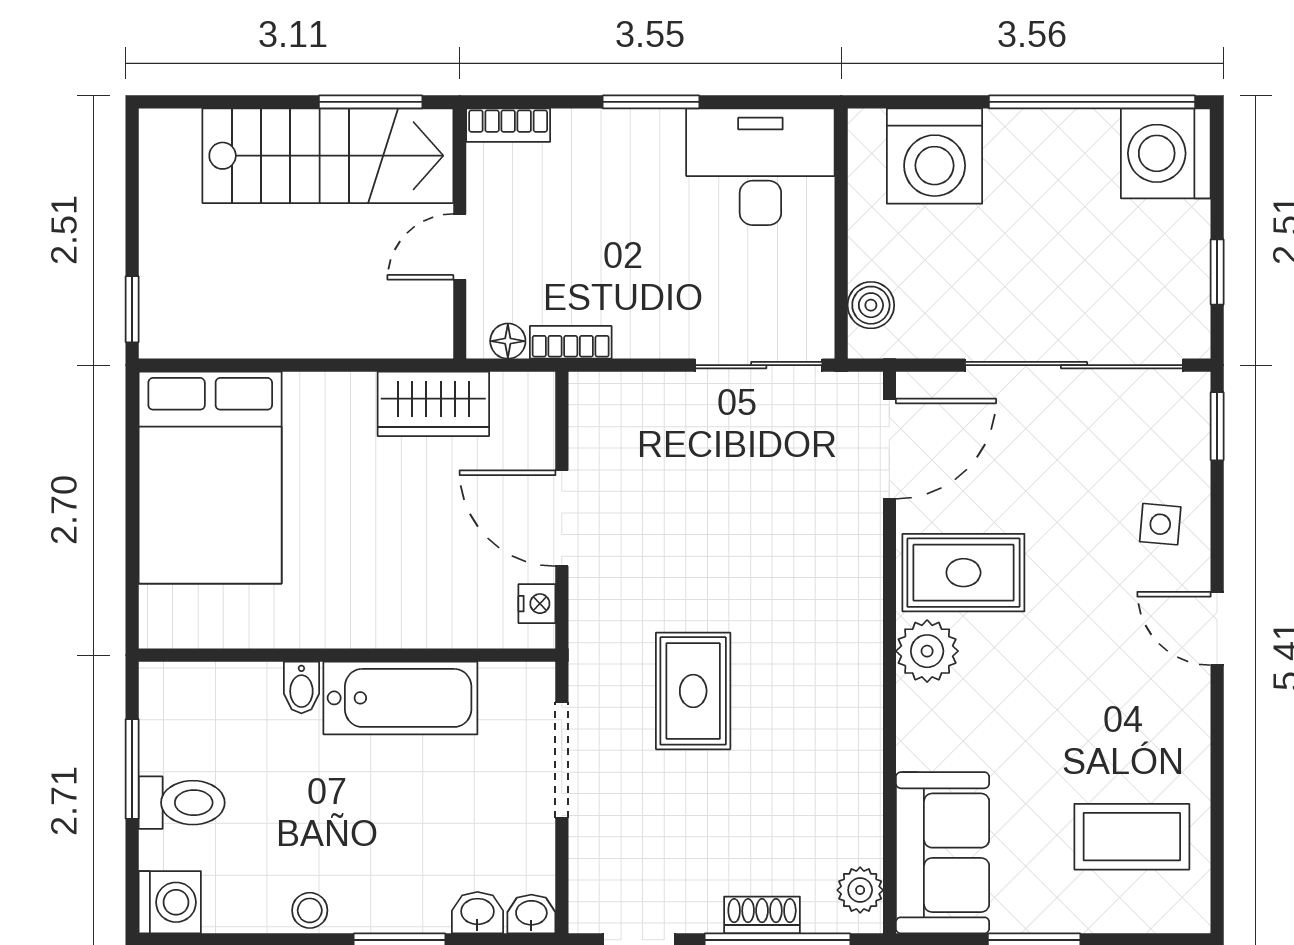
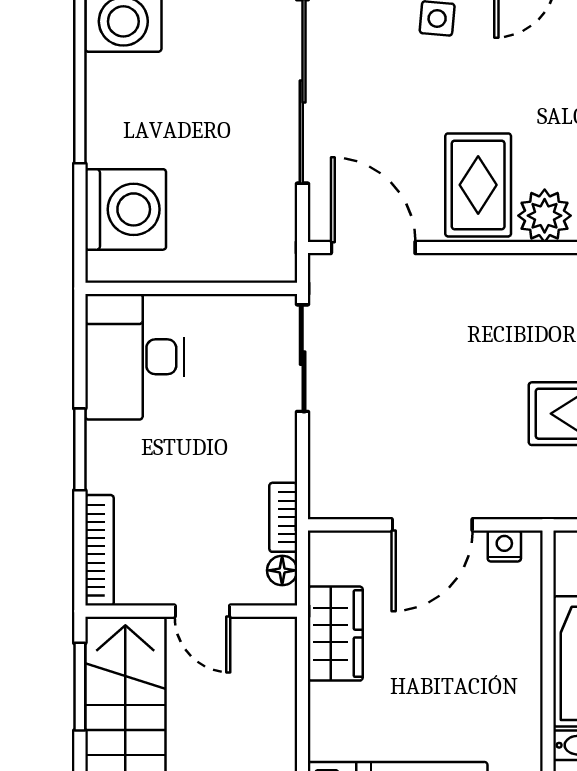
bookcase: (508, 125) -> (99, 550), width x1.56
boiler: (871, 305) -> (252, 263), removed

